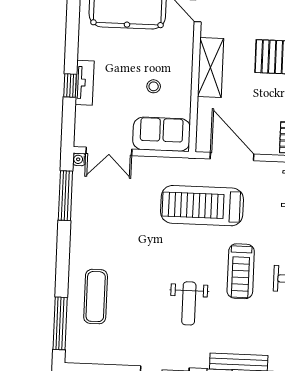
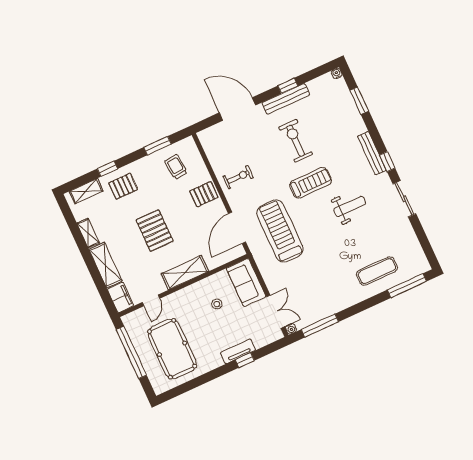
treadmill: (202, 206) -> (280, 231), turned 180

